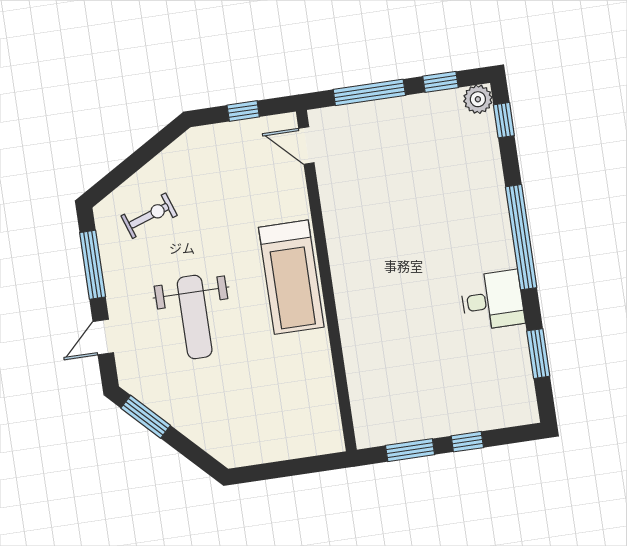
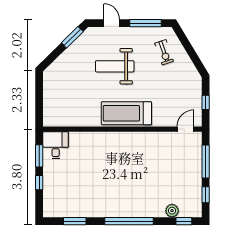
plant: (478, 99) -> (172, 211), moved
desk: (492, 300) -> (56, 145), moved, turned 180

